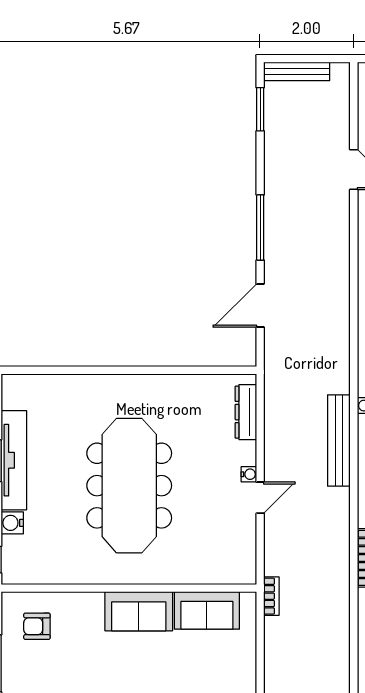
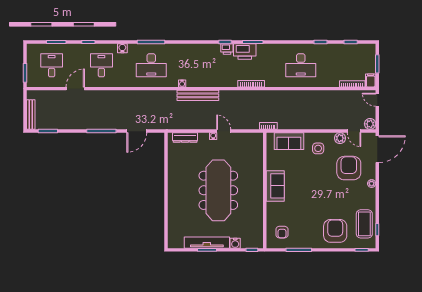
door: (260, 306) -> (137, 131), hinge flipped
meeting table: (129, 486) -> (218, 190), turned 90
sofa: (207, 610) -> (289, 141), moved, turned 90

